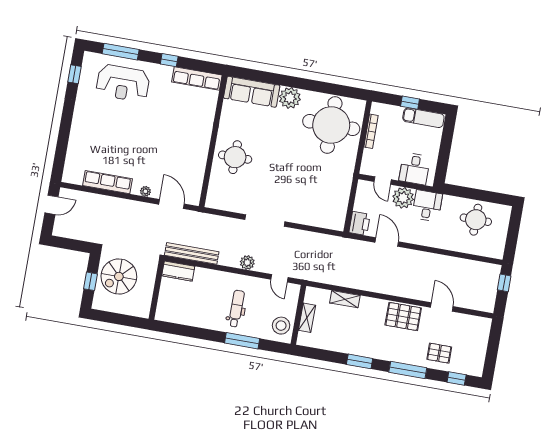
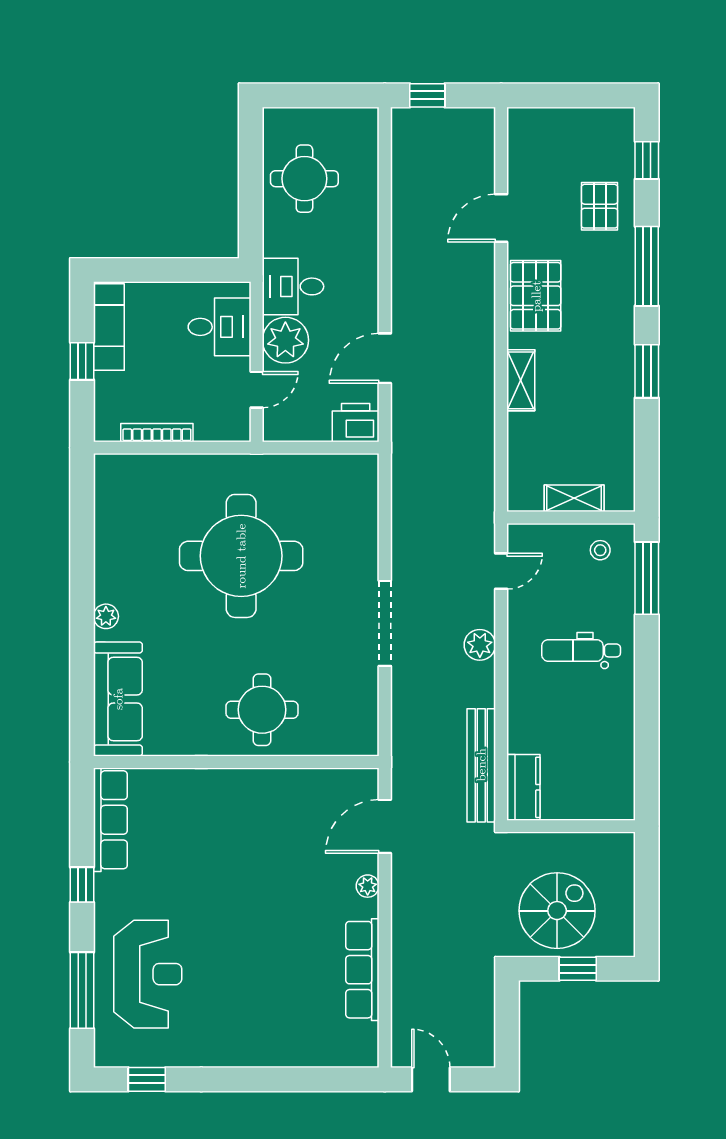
plant: (290, 98) -> (106, 616), width x0.53, depth x0.53
round table: (331, 125) -> (241, 556), moved
spiral stairs: (119, 276) -> (557, 911), turned -90
shelving: (345, 299) -> (521, 380), moved
stool: (281, 326) -> (600, 550), width x0.53, depth x0.53
window: (242, 341) -> (647, 578), moved

